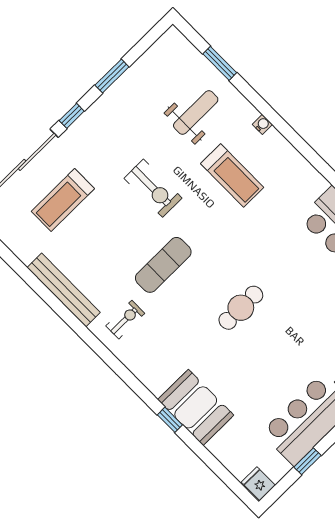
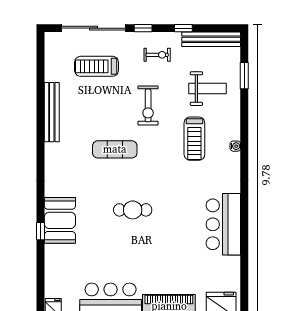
bench: (151, 60) -> (211, 39), added
window: (112, 76) -> (183, 28), width x0.67
water cooler: (262, 124) -> (235, 146), moved
exercise bike: (125, 320) -> (157, 55), moved
booth: (196, 407) -> (60, 220), moved

